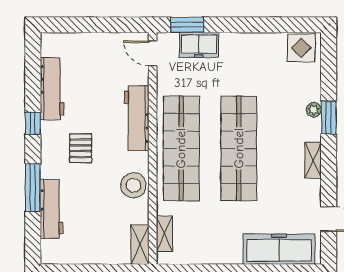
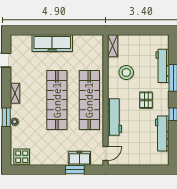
window: (187, 25) -> (75, 170), moved
door: (153, 53) -> (105, 154), hinge flipped
stool: (133, 185) -> (126, 73), moved
shelving: (164, 234) -> (99, 52), removed
freezer: (279, 249) -> (52, 43), moved

